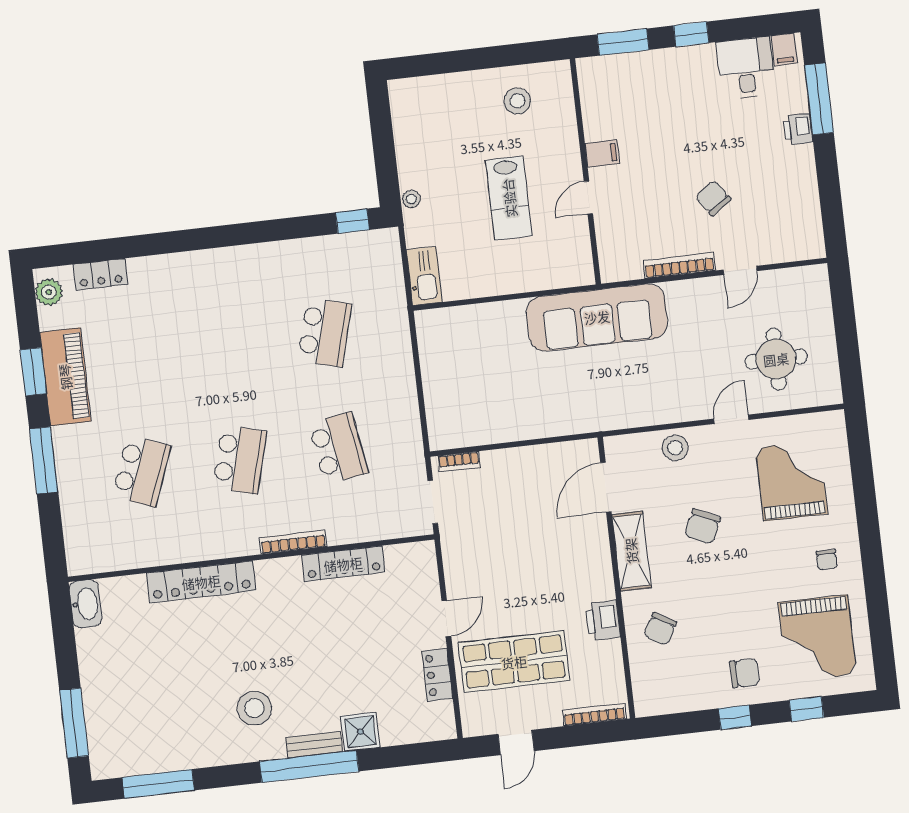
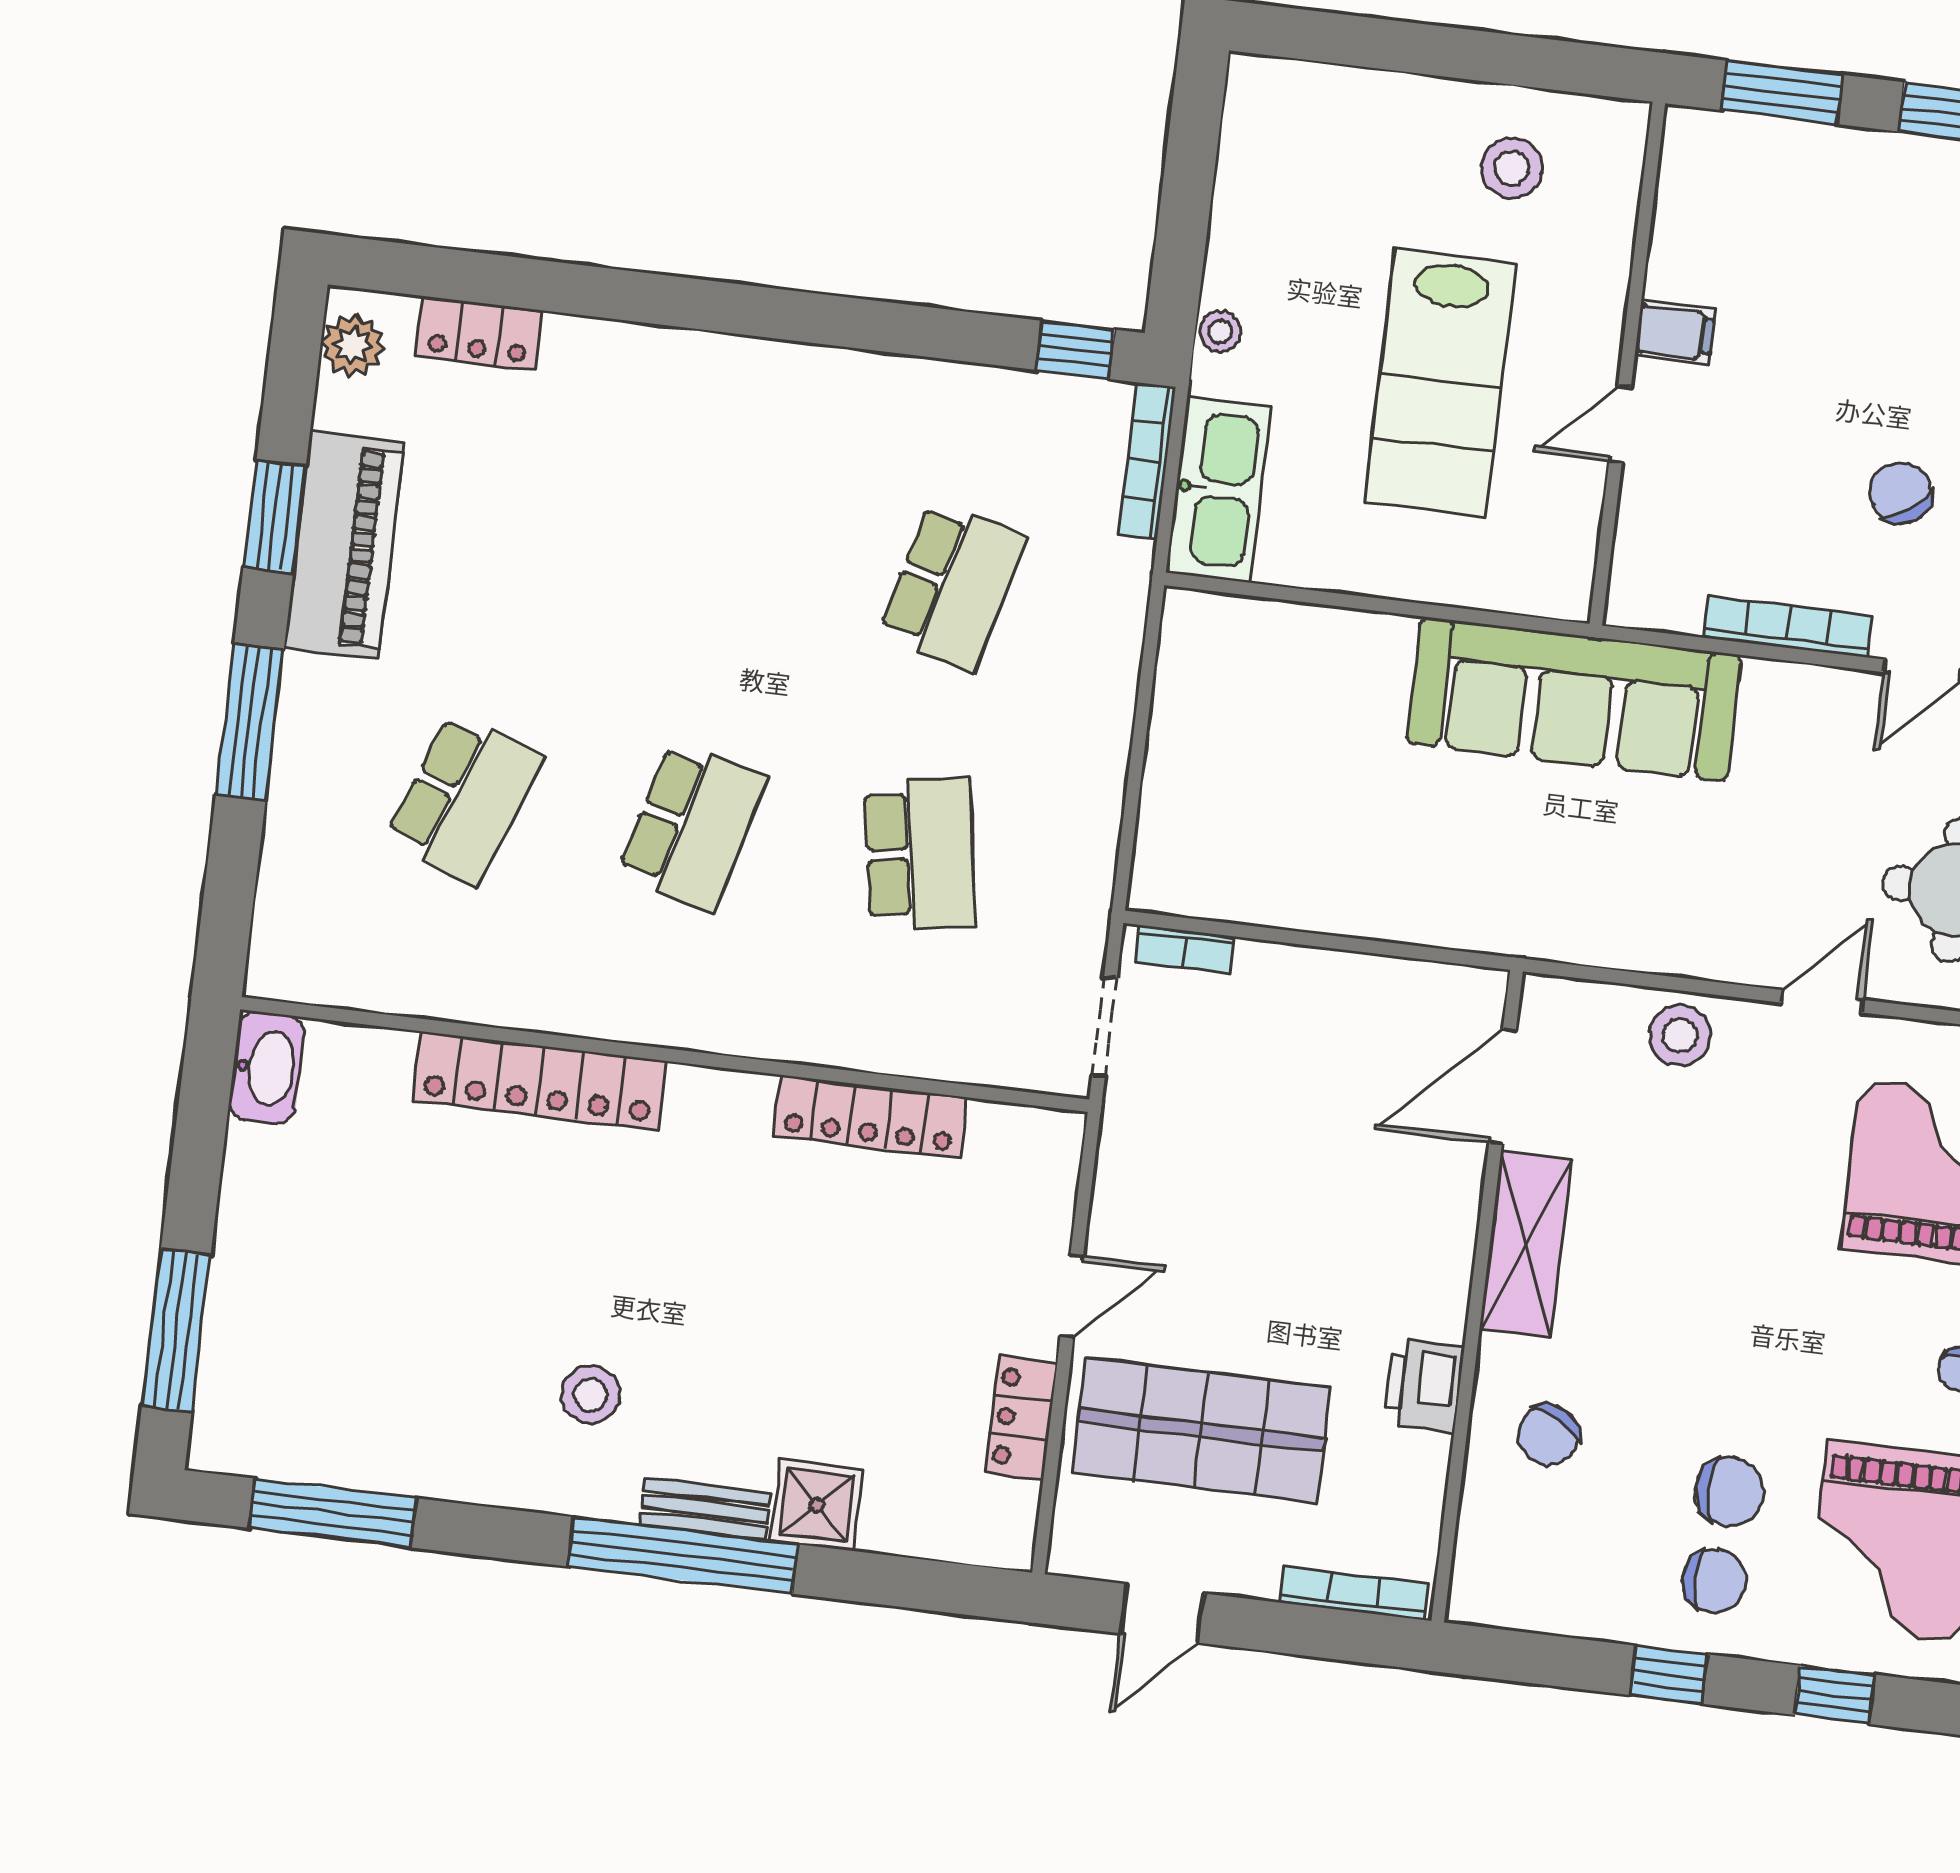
lab bench: (509, 198) -> (1440, 382), width x1.36, depth x1.39
kitchen sink: (424, 276) -> (1219, 490), width x1.36, depth x1.24
chair: (703, 526) -> (1729, 1491), moved, turned -115
bookcase: (293, 542) -> (1147, 461), moved, turned -90
stool: (254, 708) -> (591, 1395), width x0.73, depth x0.73

